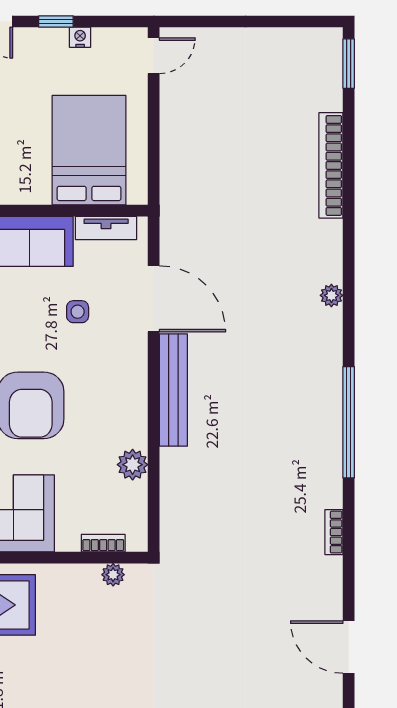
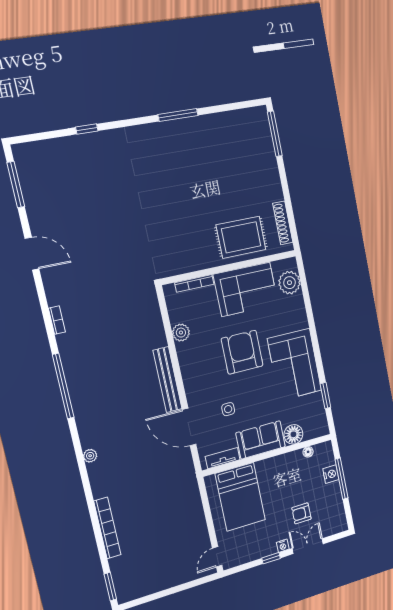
nightstand: (80, 37) -> (283, 546), moved
bookcase: (103, 543) -> (194, 283), width x1.56
plant: (113, 575) -> (178, 268), removed

